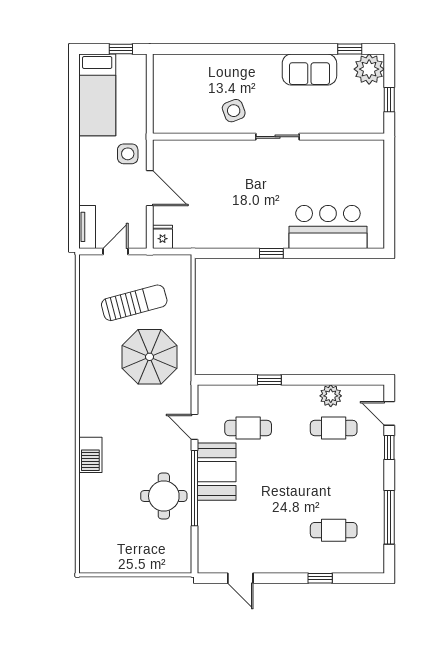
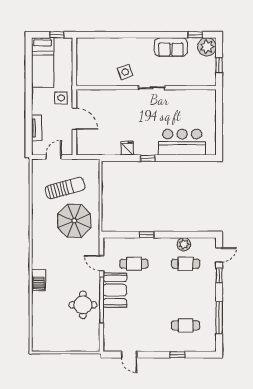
tv unit: (87, 227) -> (37, 128), moved
fridge: (163, 237) -> (127, 148), moved
door: (389, 413) -> (219, 255), swing flipped

